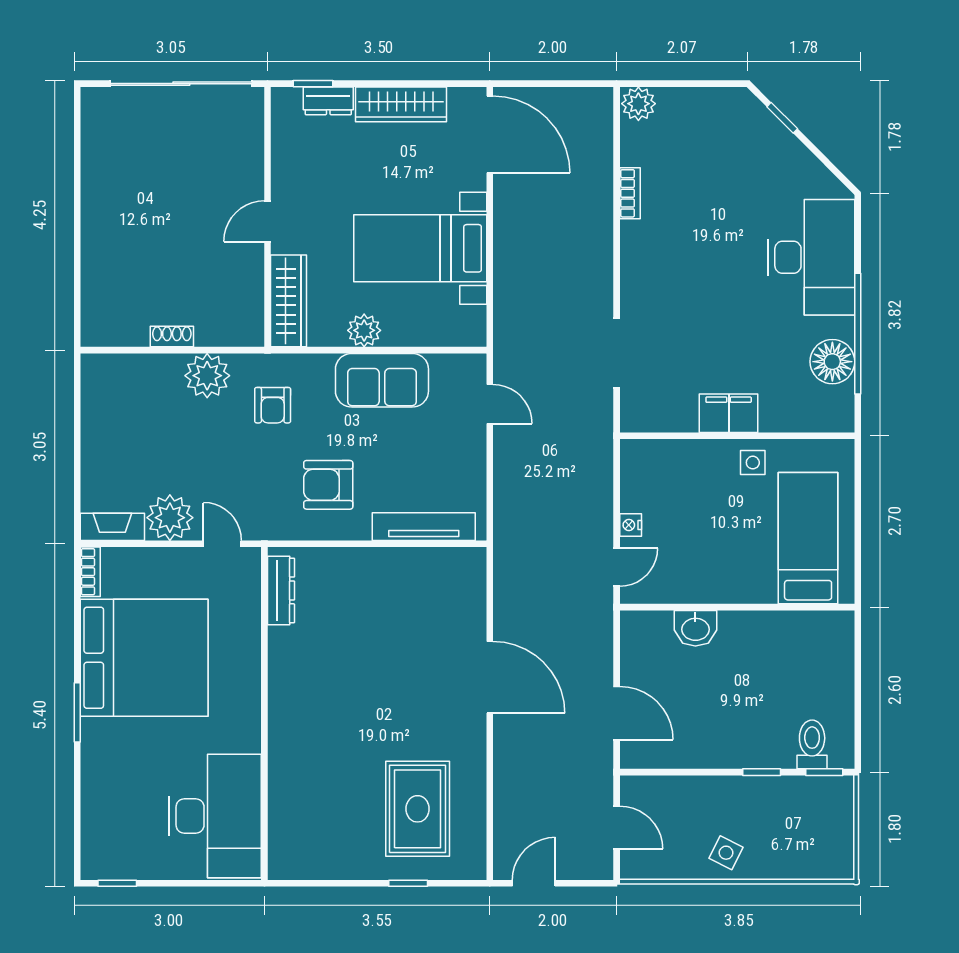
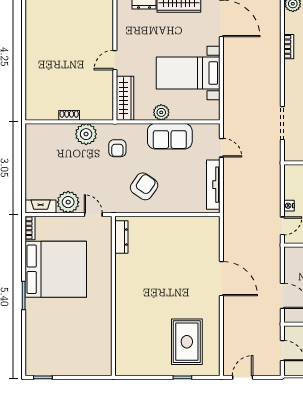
armchair: (328, 485) -> (144, 186), turned 125
tv unit: (424, 527) -> (213, 185), moved, turned -90
desk: (215, 816) -> (90, 345), removed

